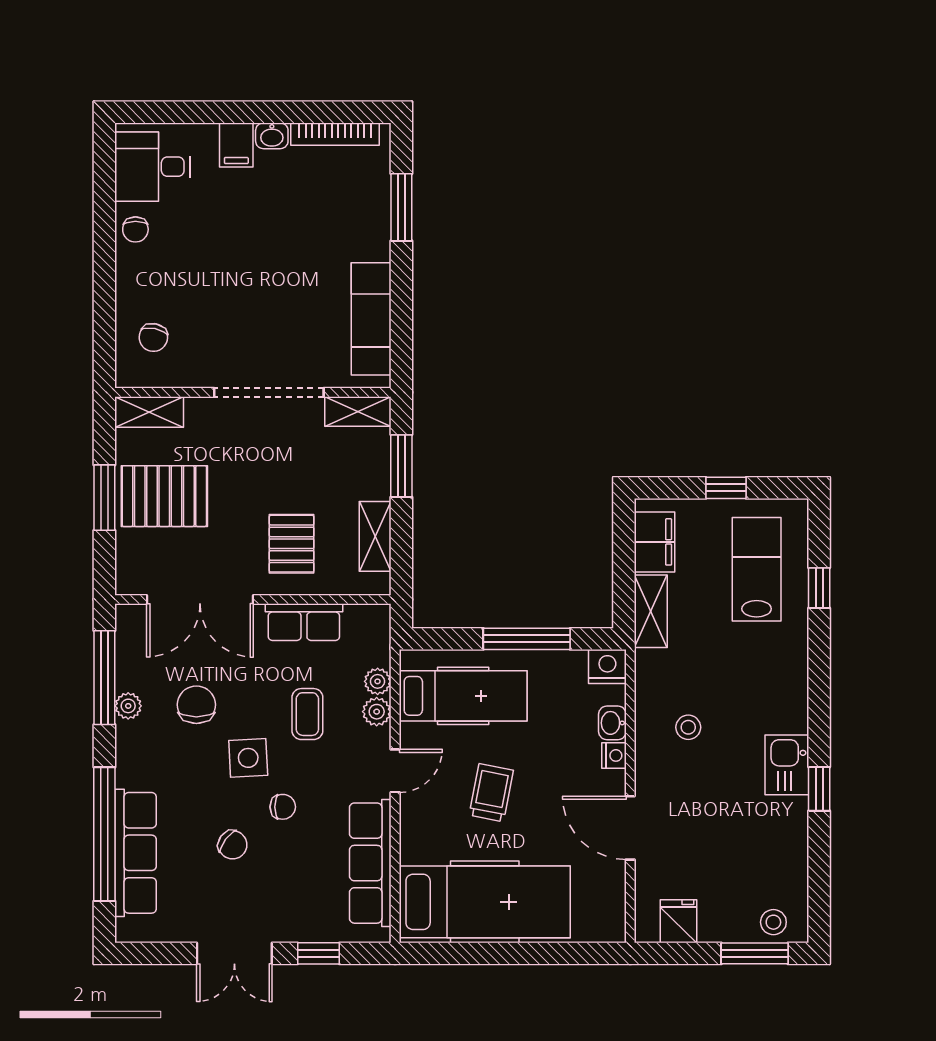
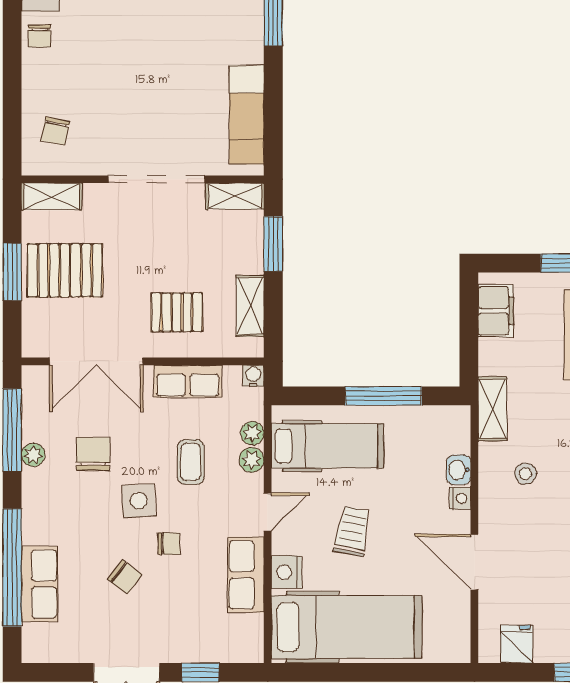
pallet: (292, 544) -> (177, 312), turned 90
shelving: (651, 611) -> (493, 409), moved
water cooler: (379, 616) -> (253, 376), added
nightstand: (607, 667) -> (286, 572), moved, turned -90
row of seats: (136, 853) -> (40, 584), width x0.68
row of seats: (370, 863) -> (246, 575), width x0.68

